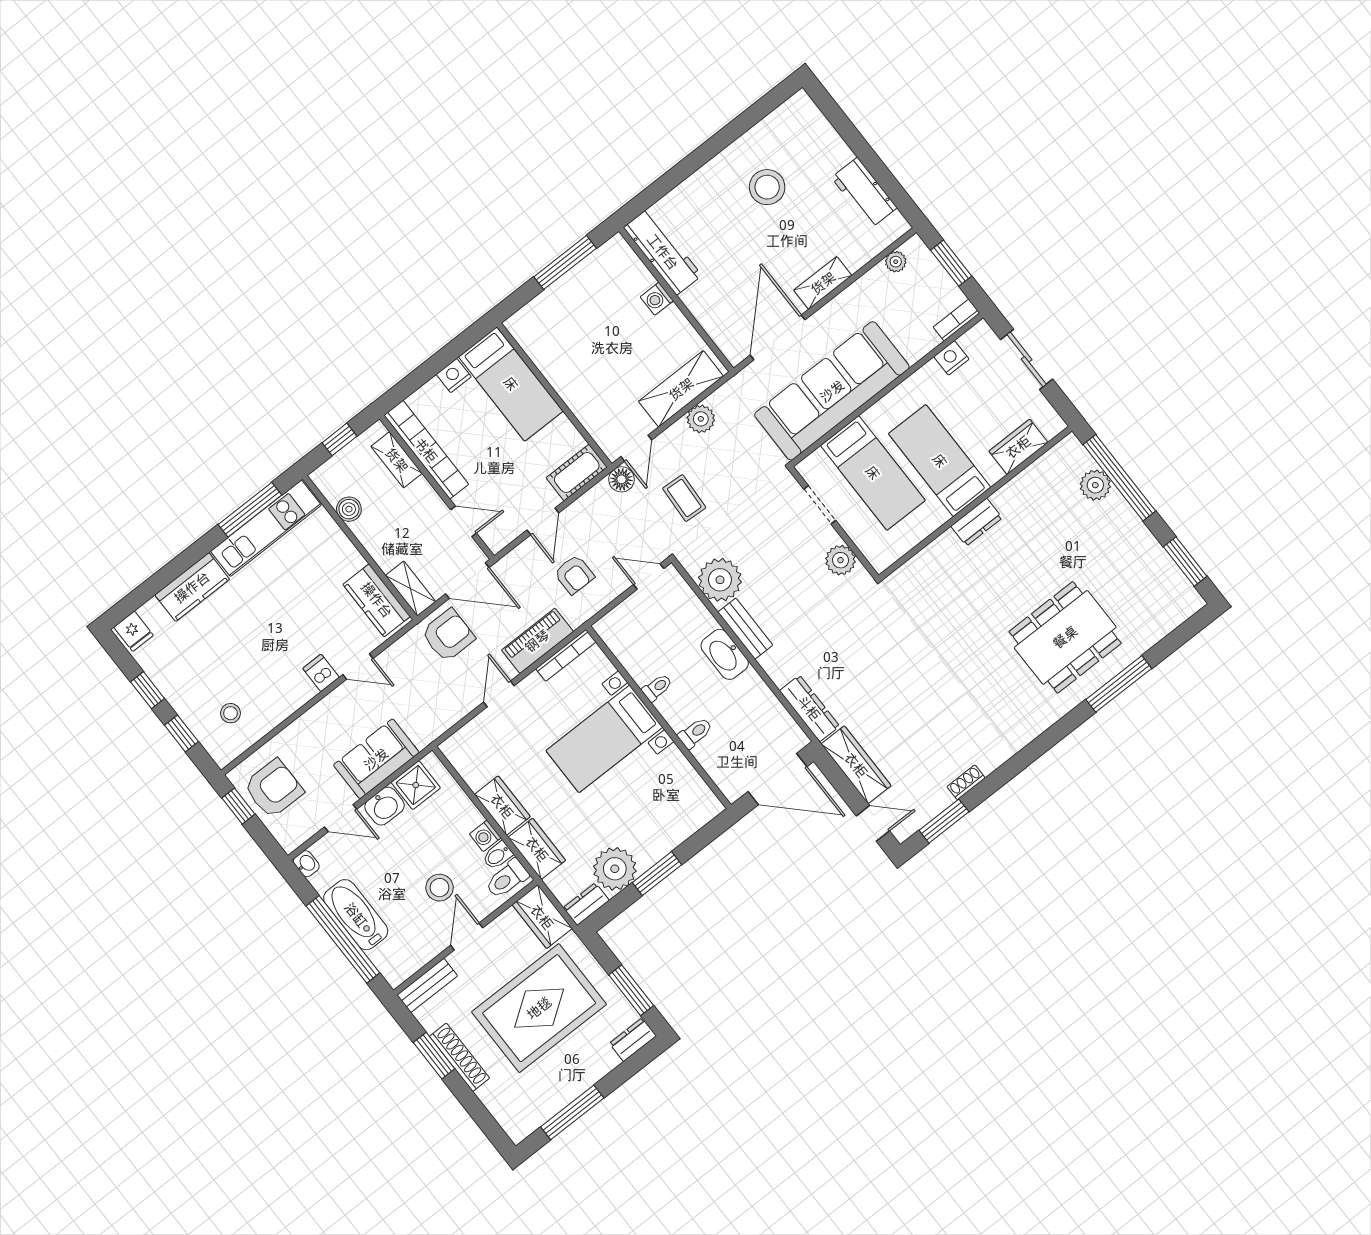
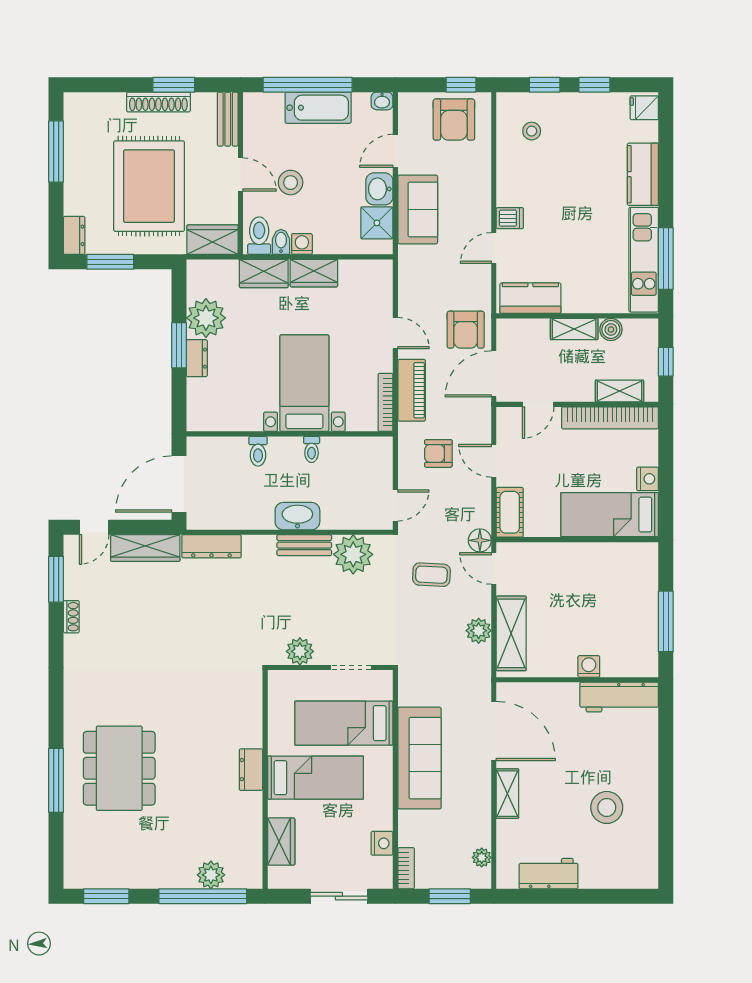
sofa: (832, 391) -> (419, 758), width x0.74, depth x0.79
shelving: (411, 589) -> (574, 329), moved
dresser: (586, 904) -> (197, 358), moved

